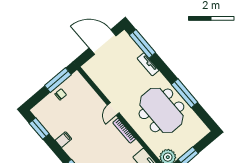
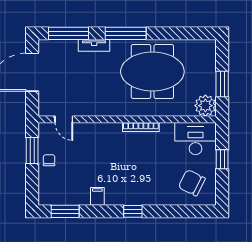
window: (58, 80) -> (32, 151), width x0.69
window: (185, 93) -> (126, 33), moved
door: (113, 109) -> (64, 119), moved

